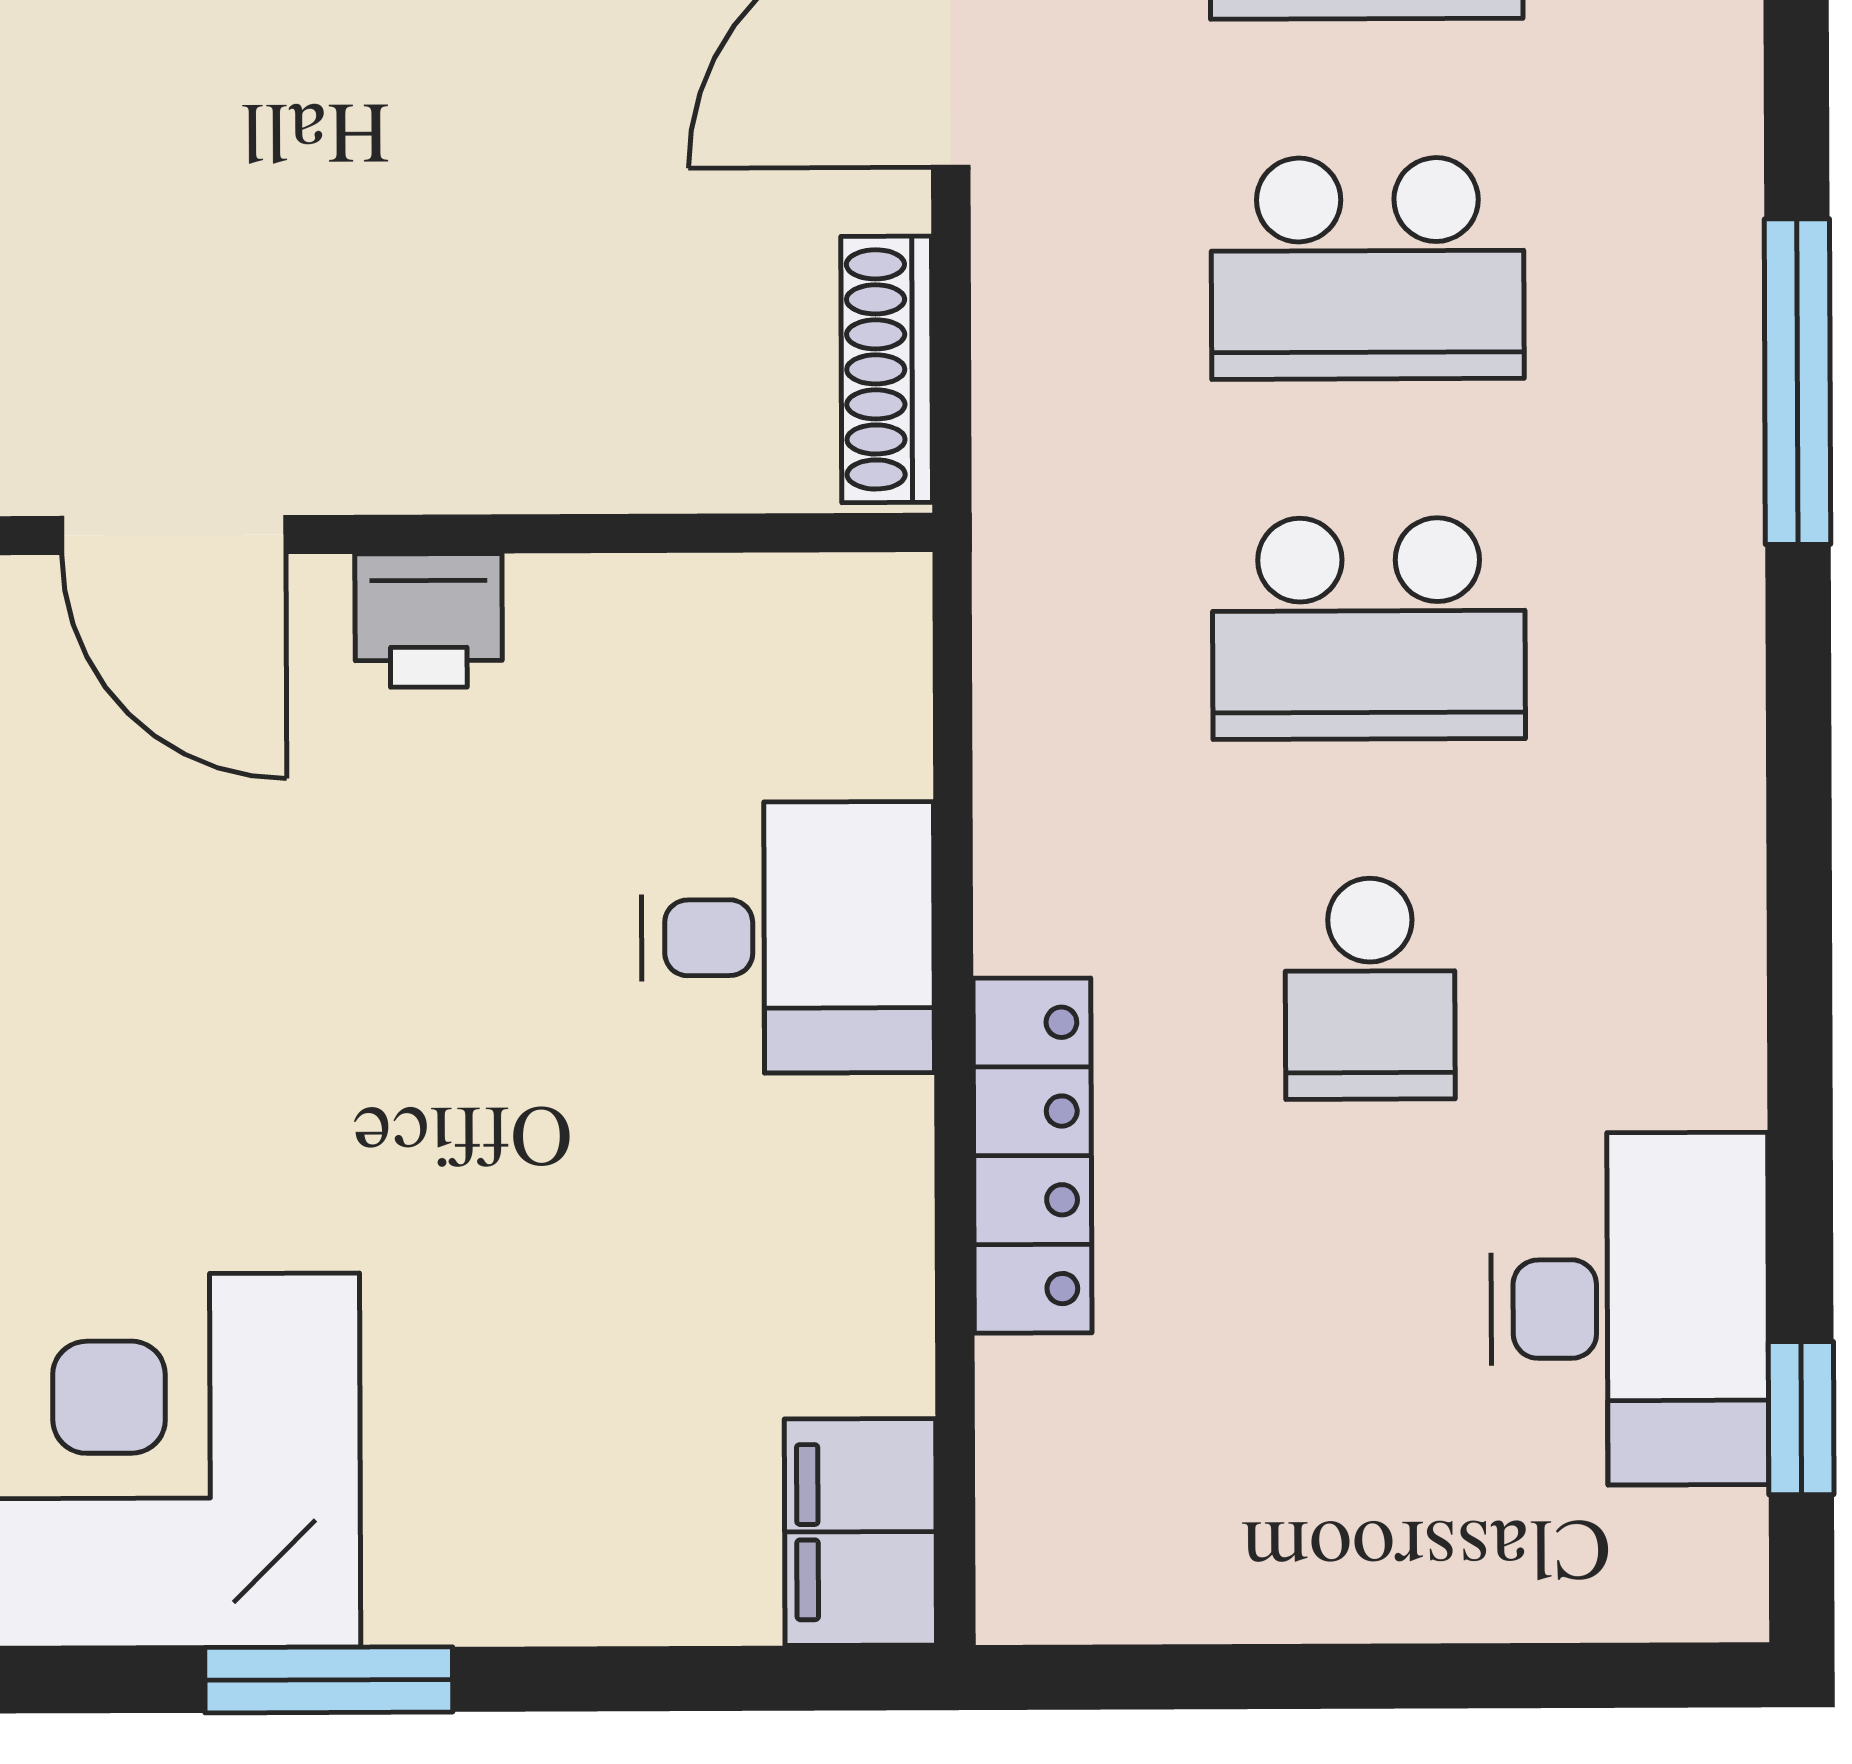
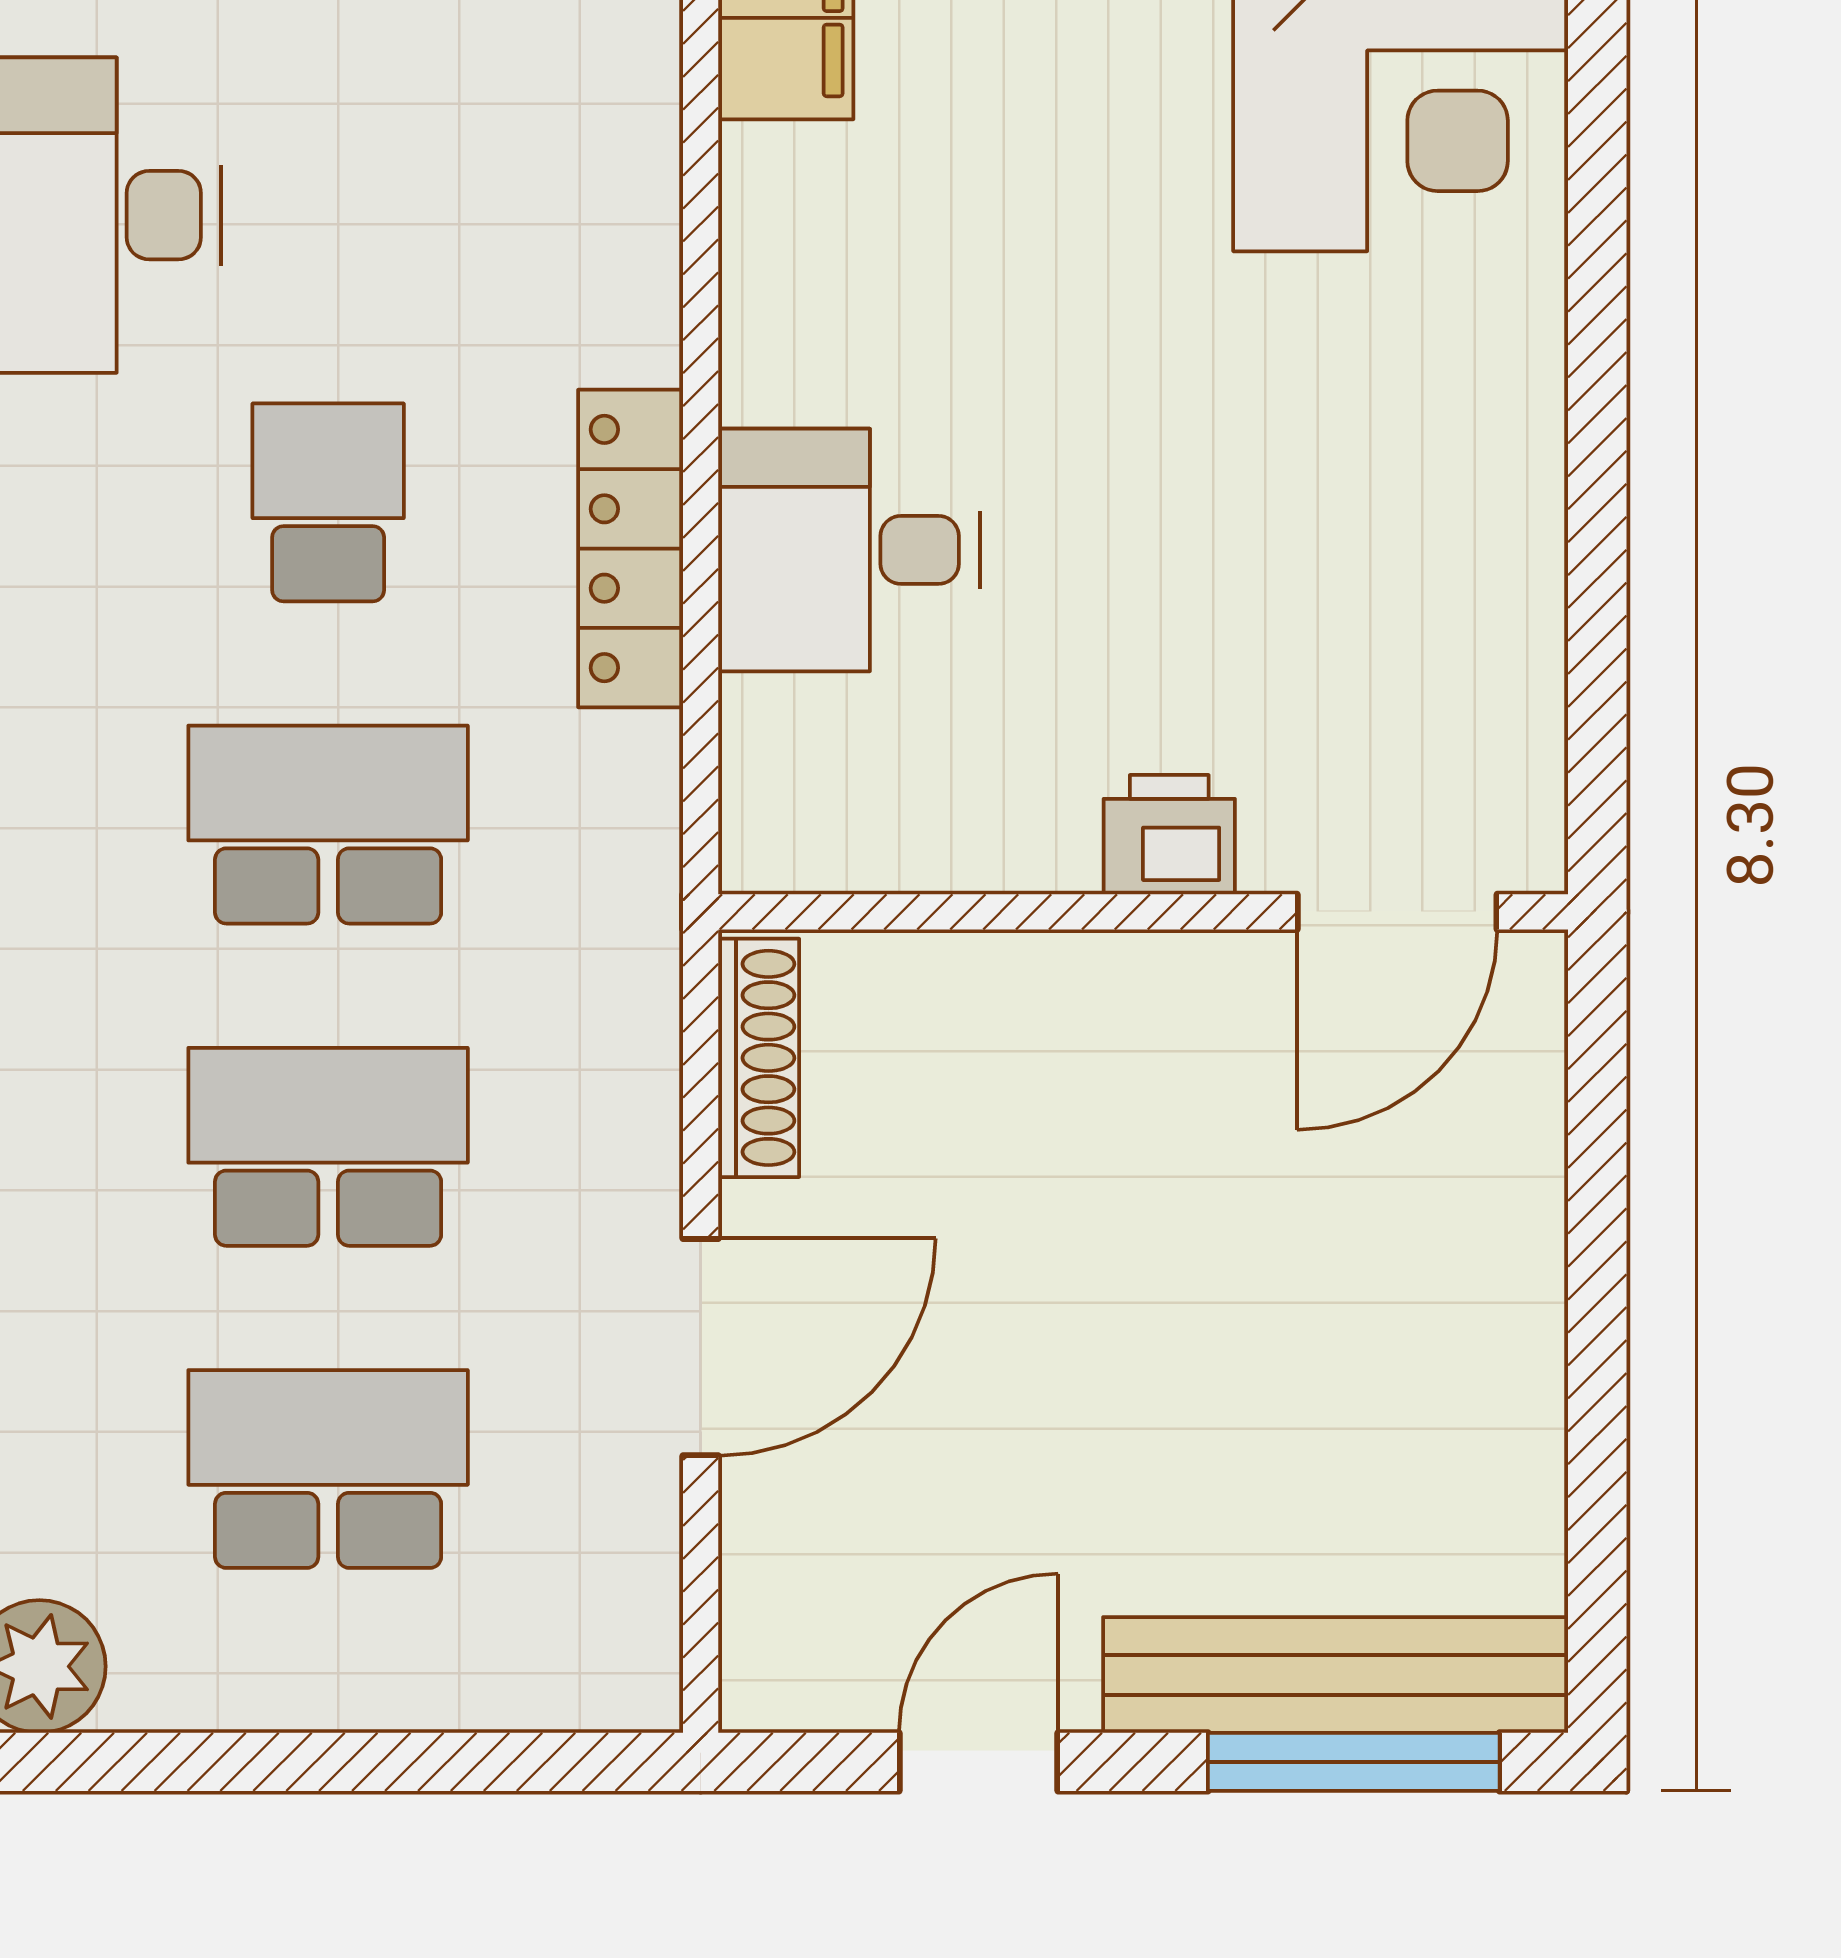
door: (174, 535) -> (1397, 912), swing flipped
locker: (1032, 1156) -> (631, 549), moved

